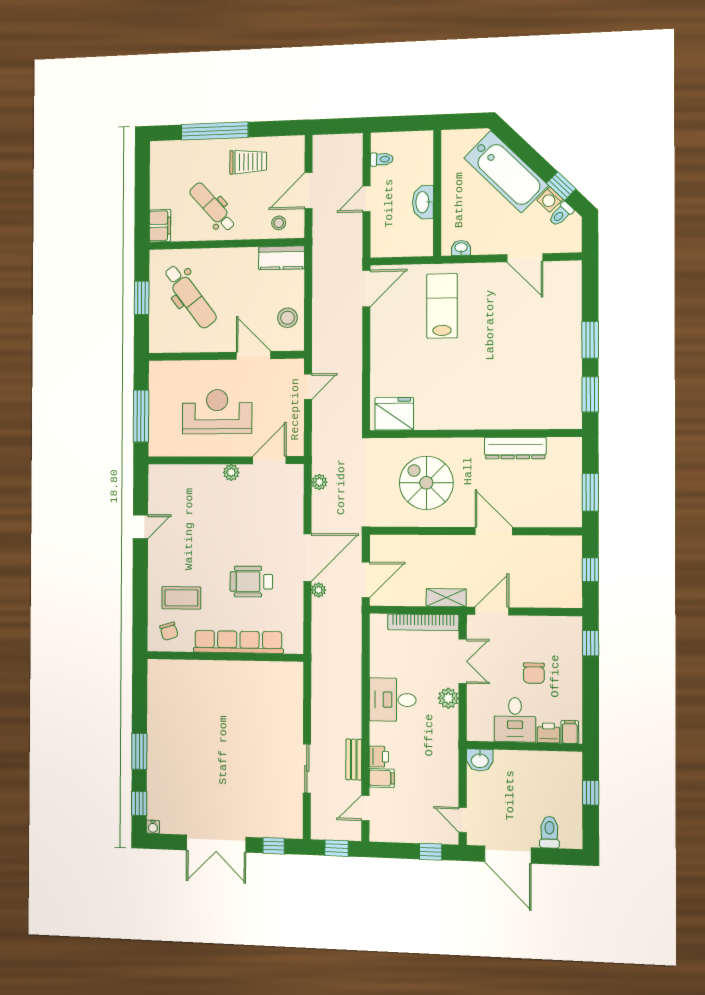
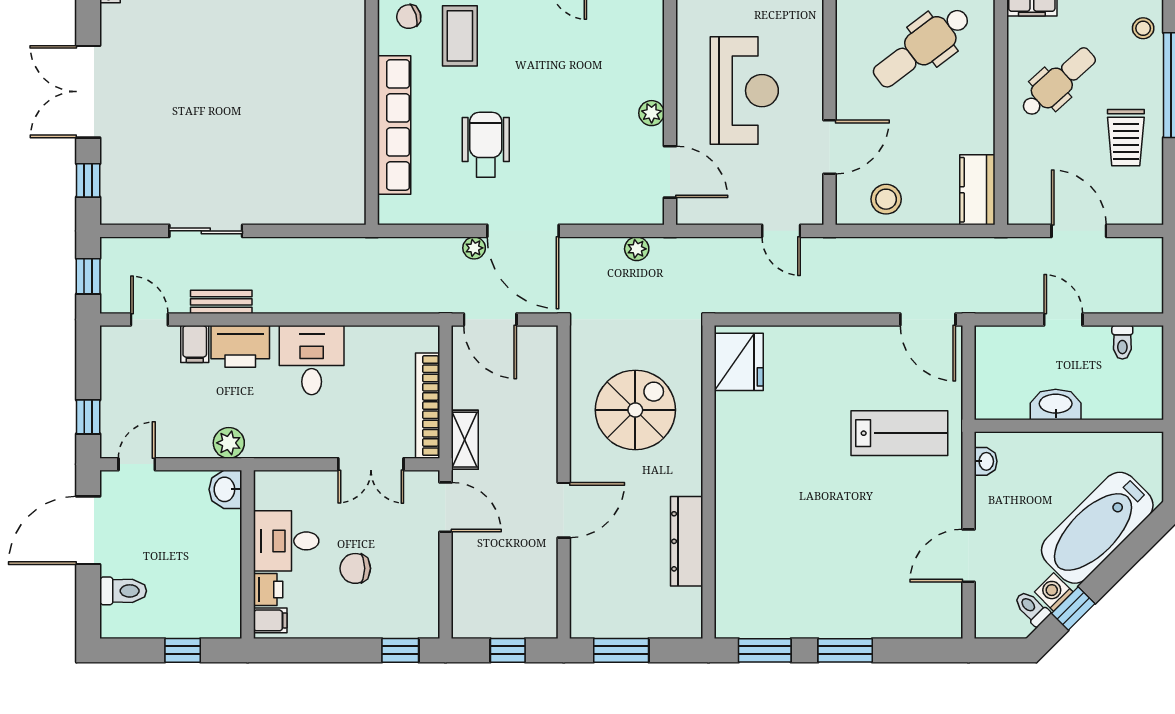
stool: (279, 223) -> (1143, 28), moved
plant: (448, 698) -> (229, 443), moved
printer: (379, 757) -> (240, 346), width x1.87, depth x1.48

